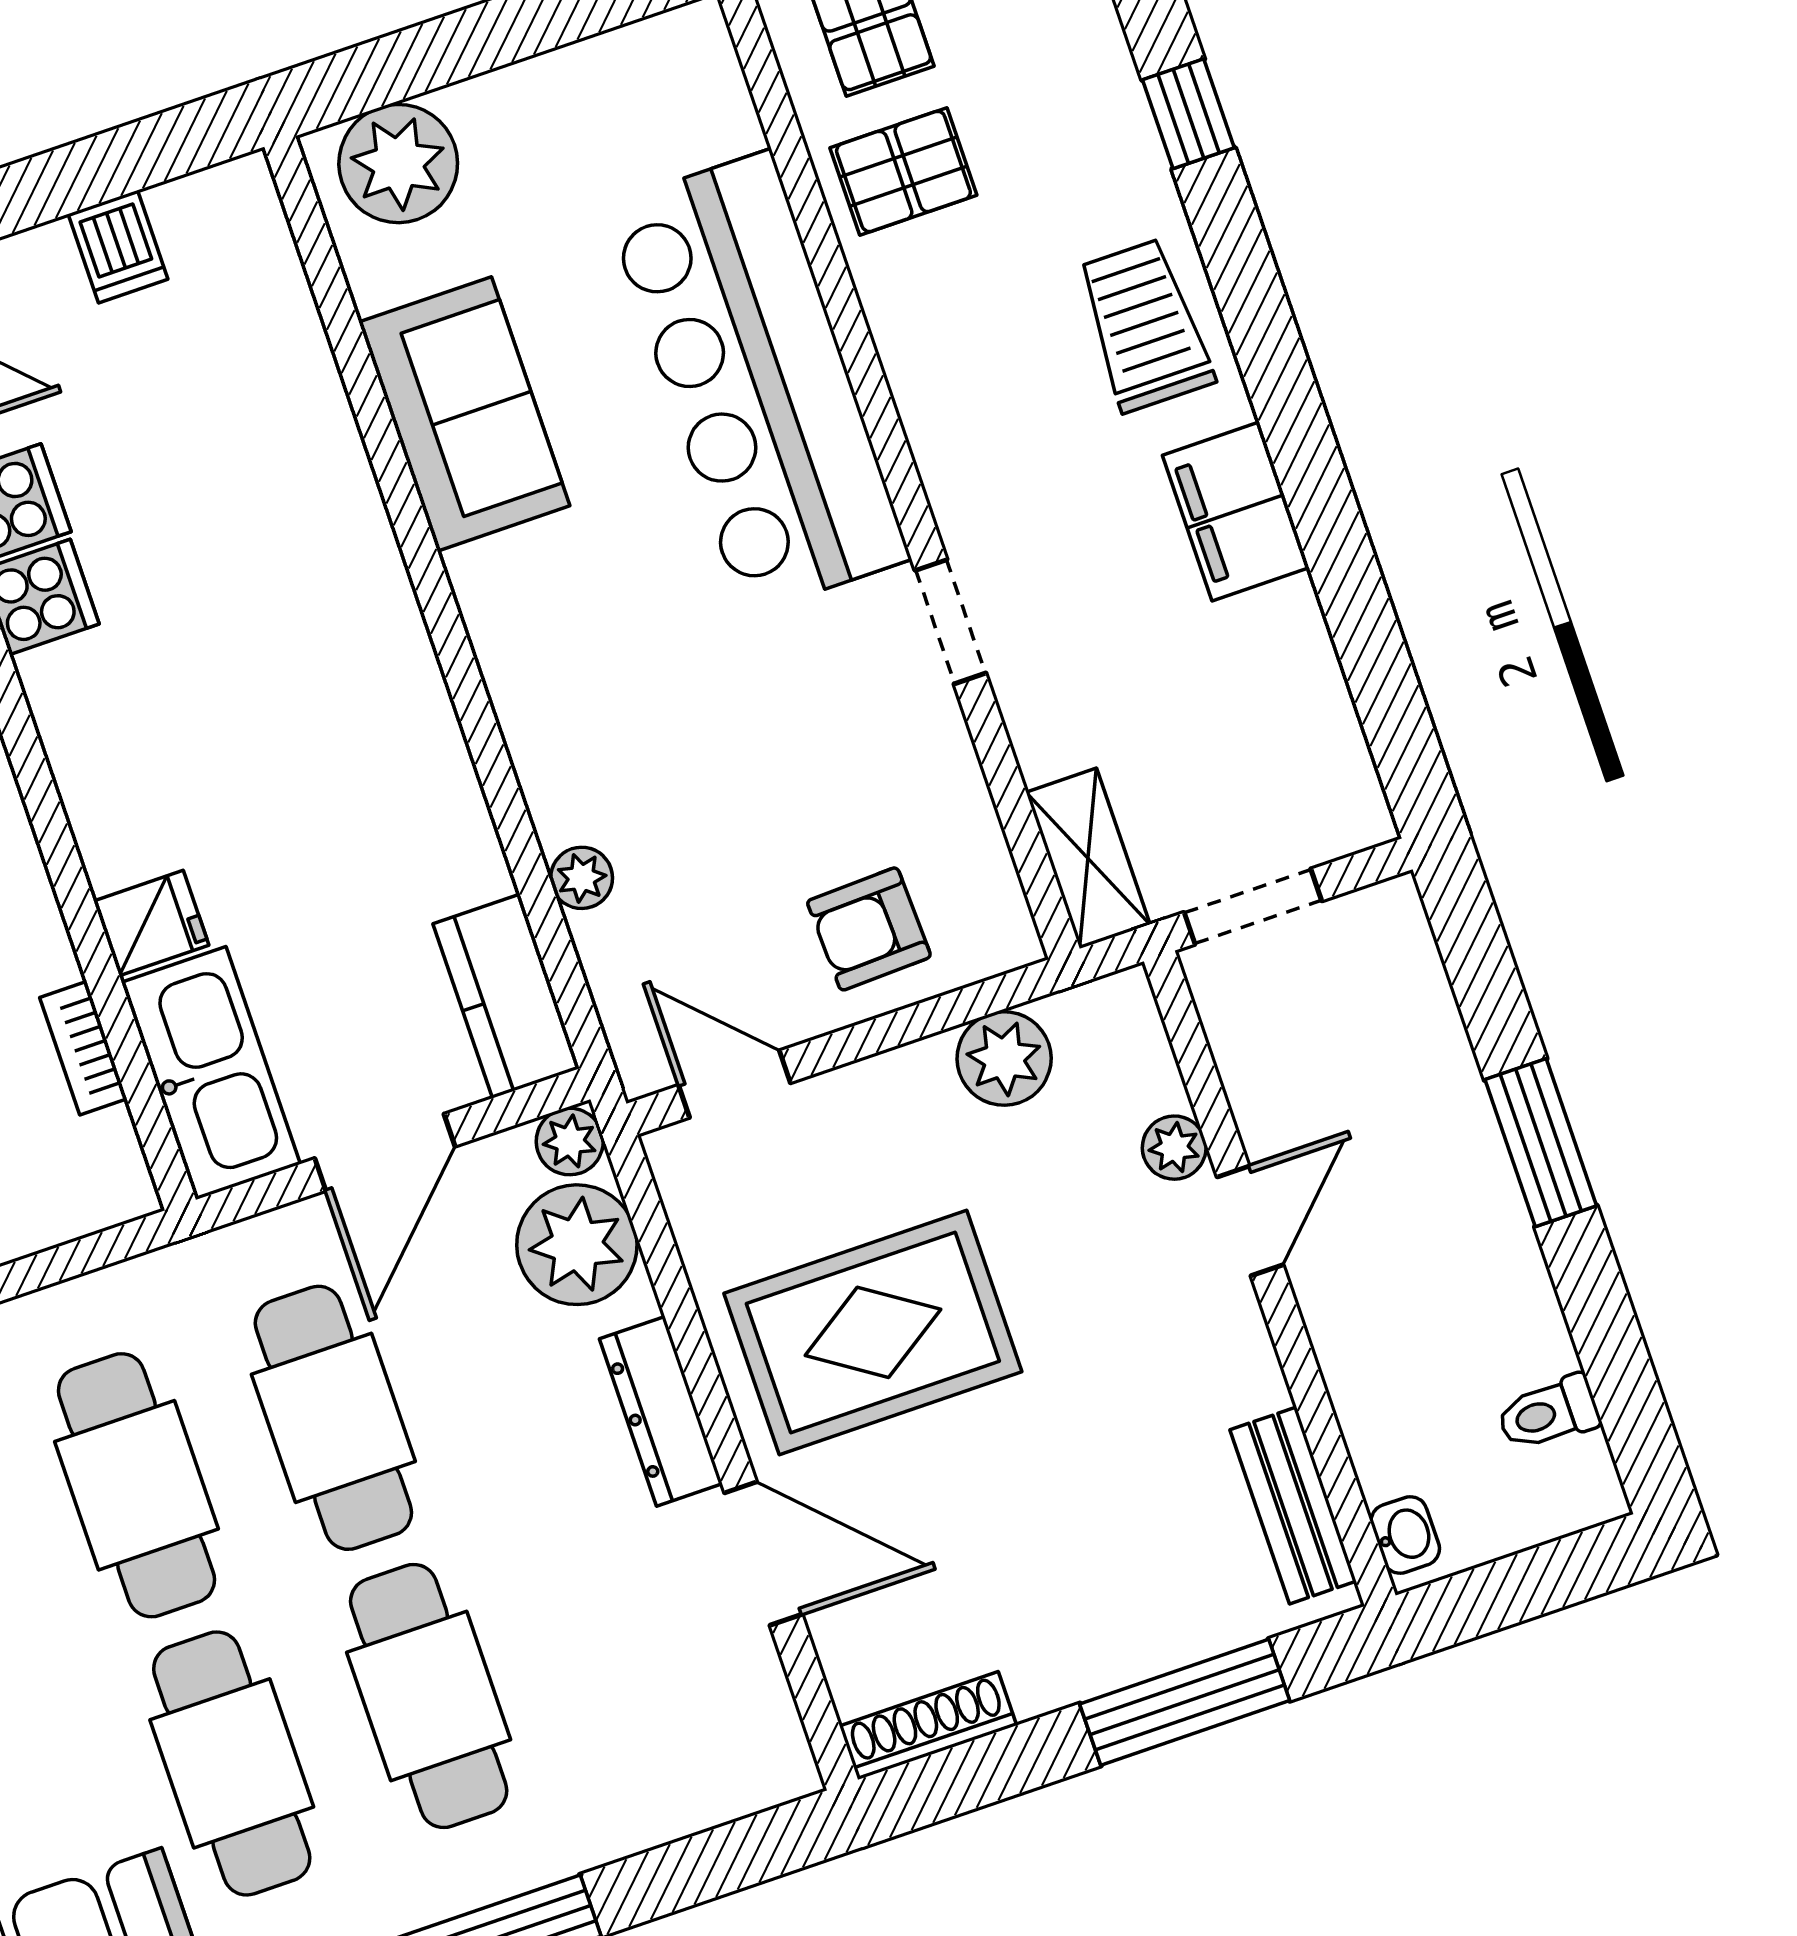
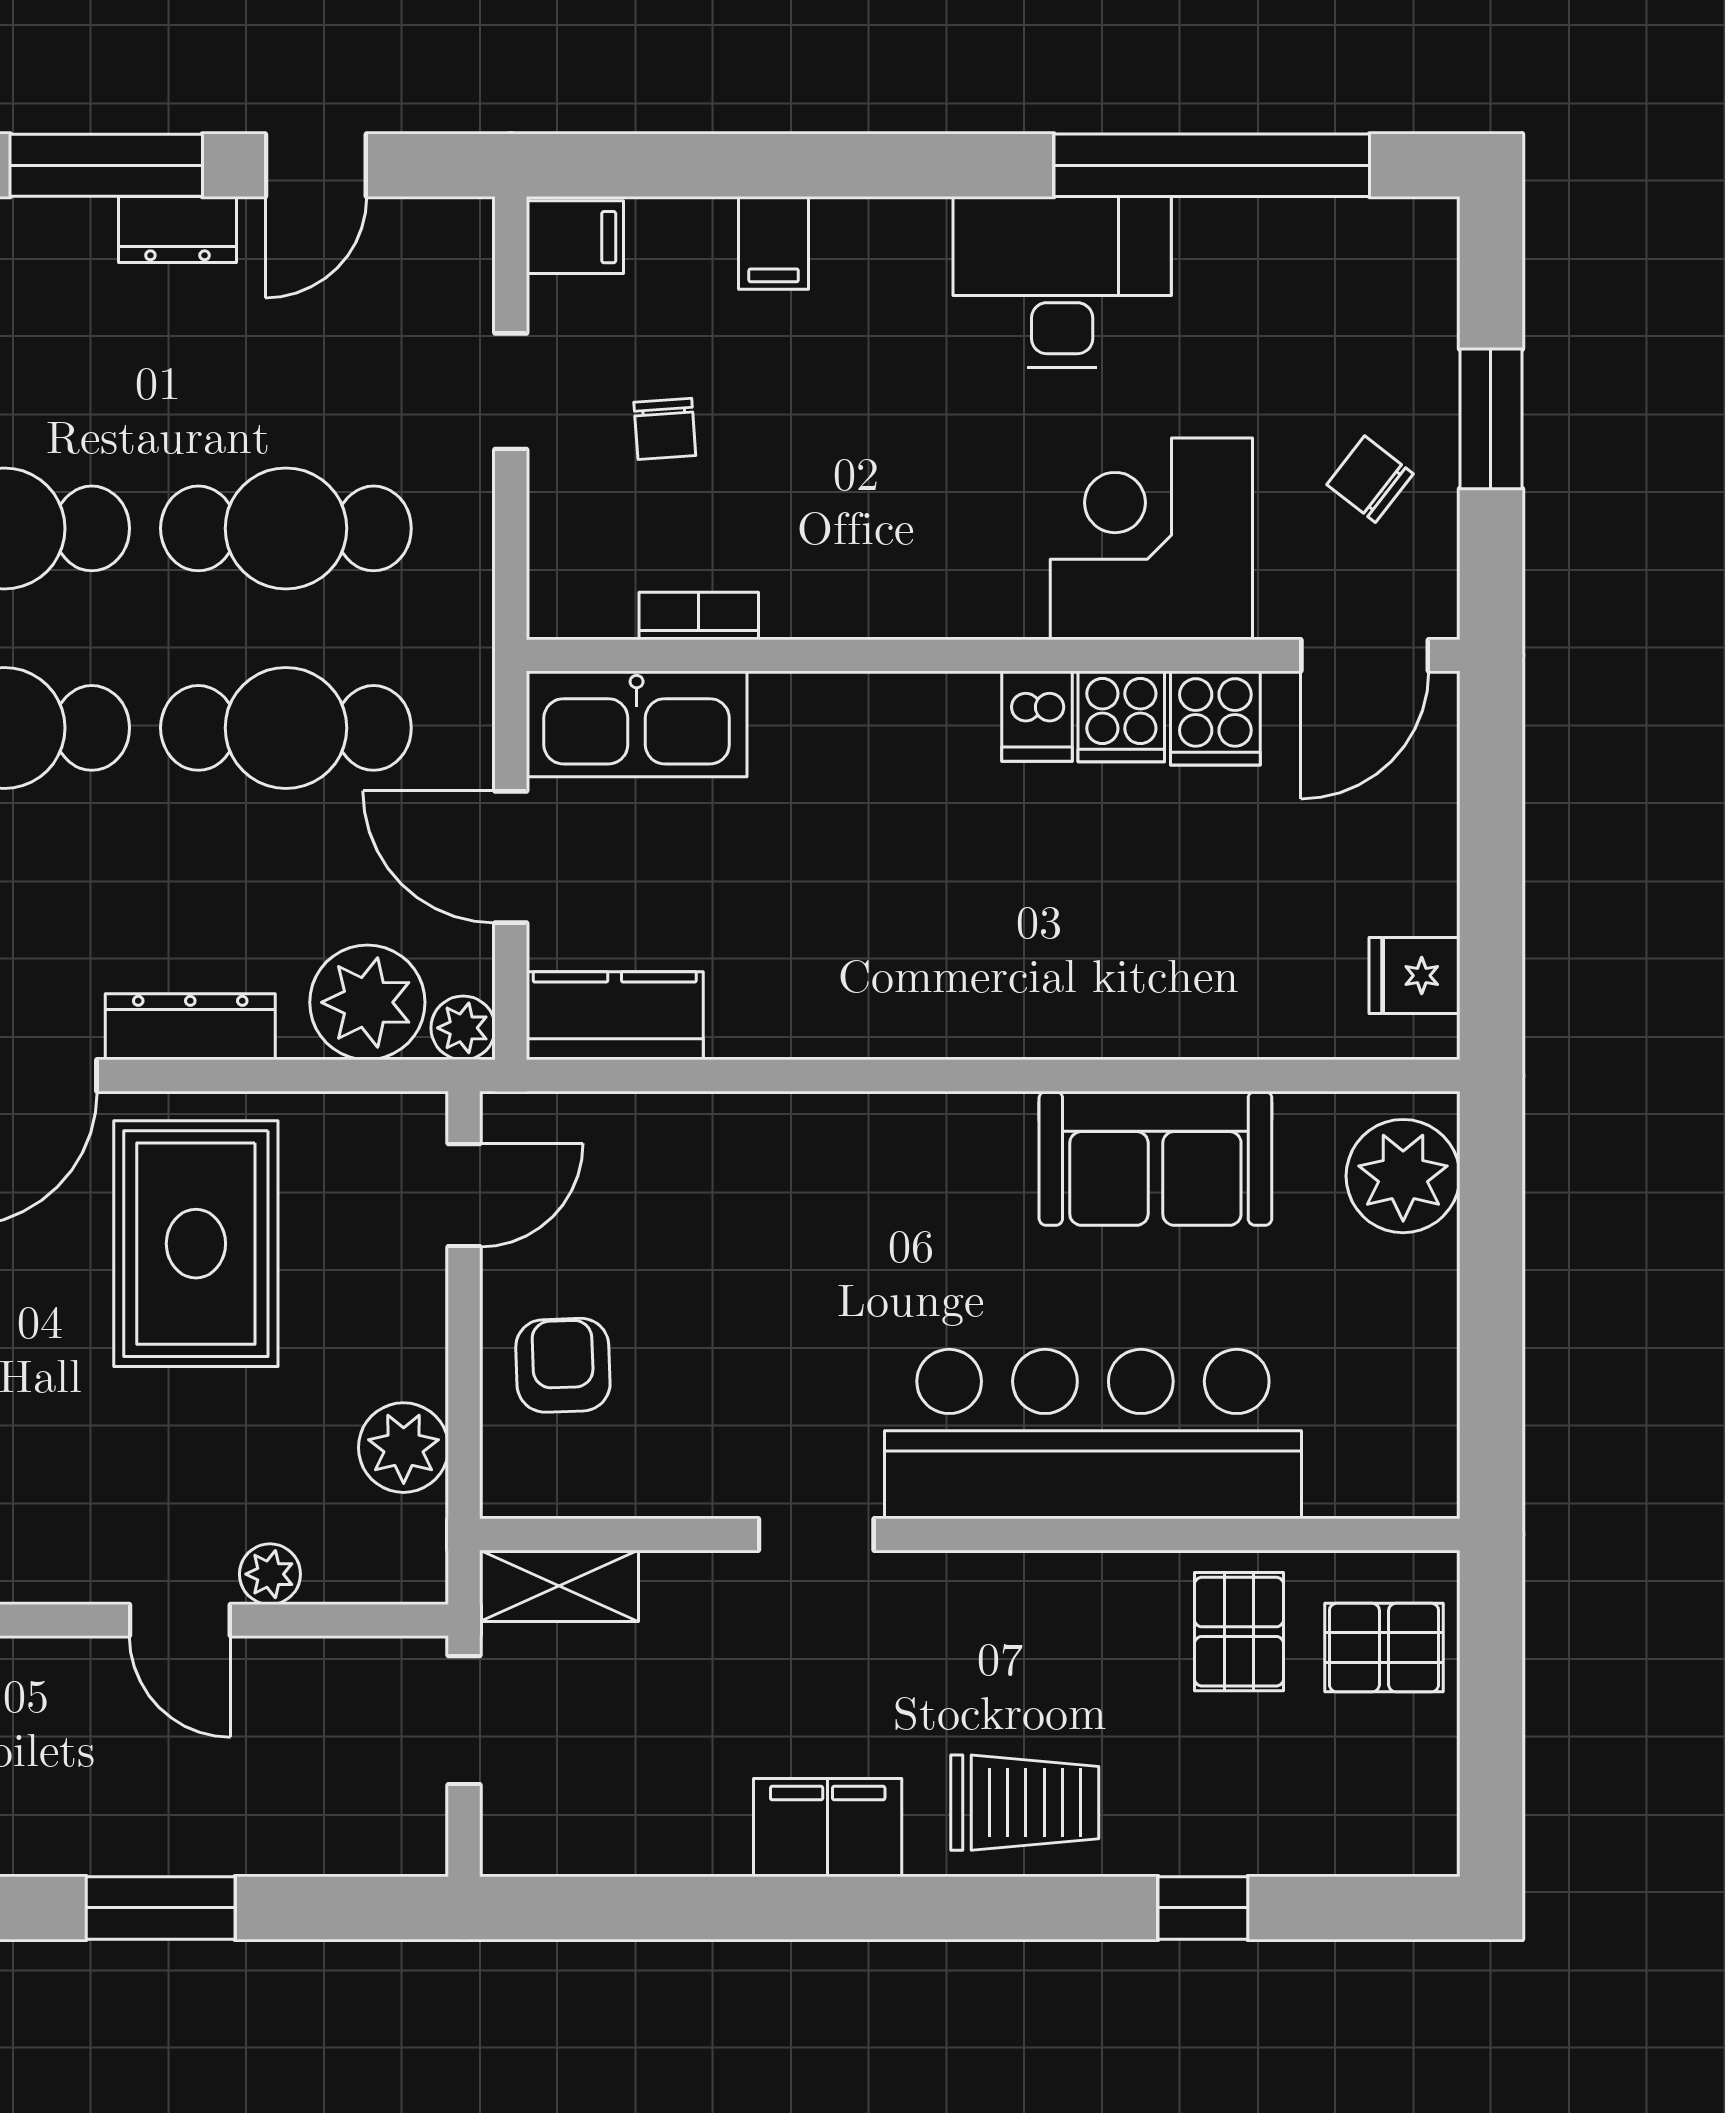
dishwasher: (118, 247) -> (1037, 716), moved, turned -90
plant: (582, 878) -> (698, 1121), removed
fridge: (151, 923) -> (1414, 976), moved, turned 90

